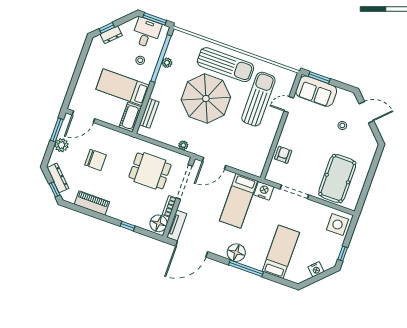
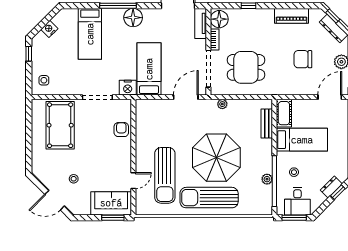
armchair: (283, 155) -> (121, 130), turned 180
side table: (338, 225) -> (44, 80), width x0.54, depth x0.54

